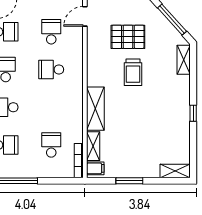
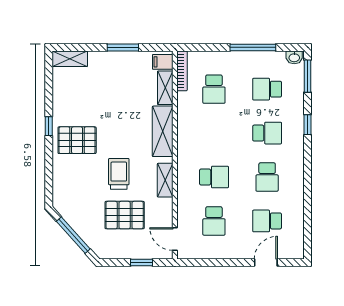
door: (85, 16) -> (175, 239), swing flipped
shelving: (184, 60) -> (165, 180), moved
pallet: (169, 101) -> (77, 140), added

